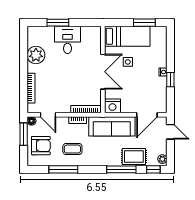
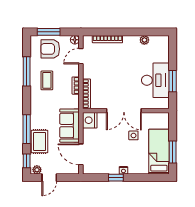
window: (58, 23) -> (173, 81), moved
bed: (127, 36) -> (159, 152), moved, turned 180
desk: (68, 40) -> (155, 80), width x1.37
plant: (36, 55) -> (144, 40), width x0.53, depth x0.53
sofa: (112, 126) -> (70, 126), width x0.73
door: (170, 132) -> (49, 178), moved
window: (24, 134) -> (49, 32), moved
armchair: (41, 146) -> (50, 49), turned 90

